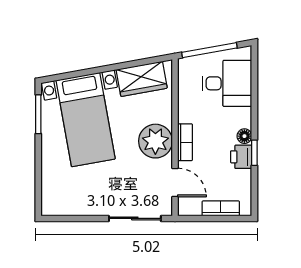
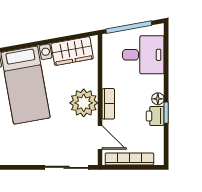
bookcase: (221, 208) -> (129, 159), width x1.56

